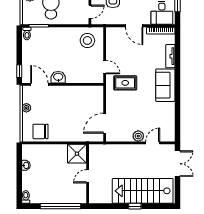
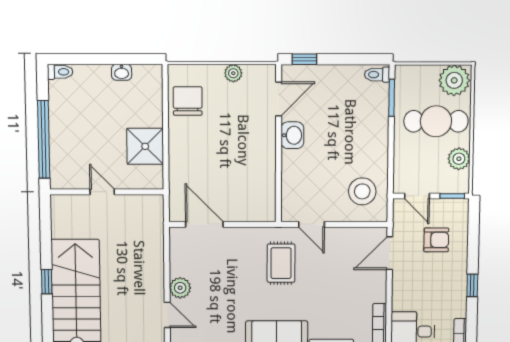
door: (134, 26) -> (390, 253), moved
door: (105, 67) -> (311, 224), hinge flipped
shower: (77, 154) -> (145, 146), moved

